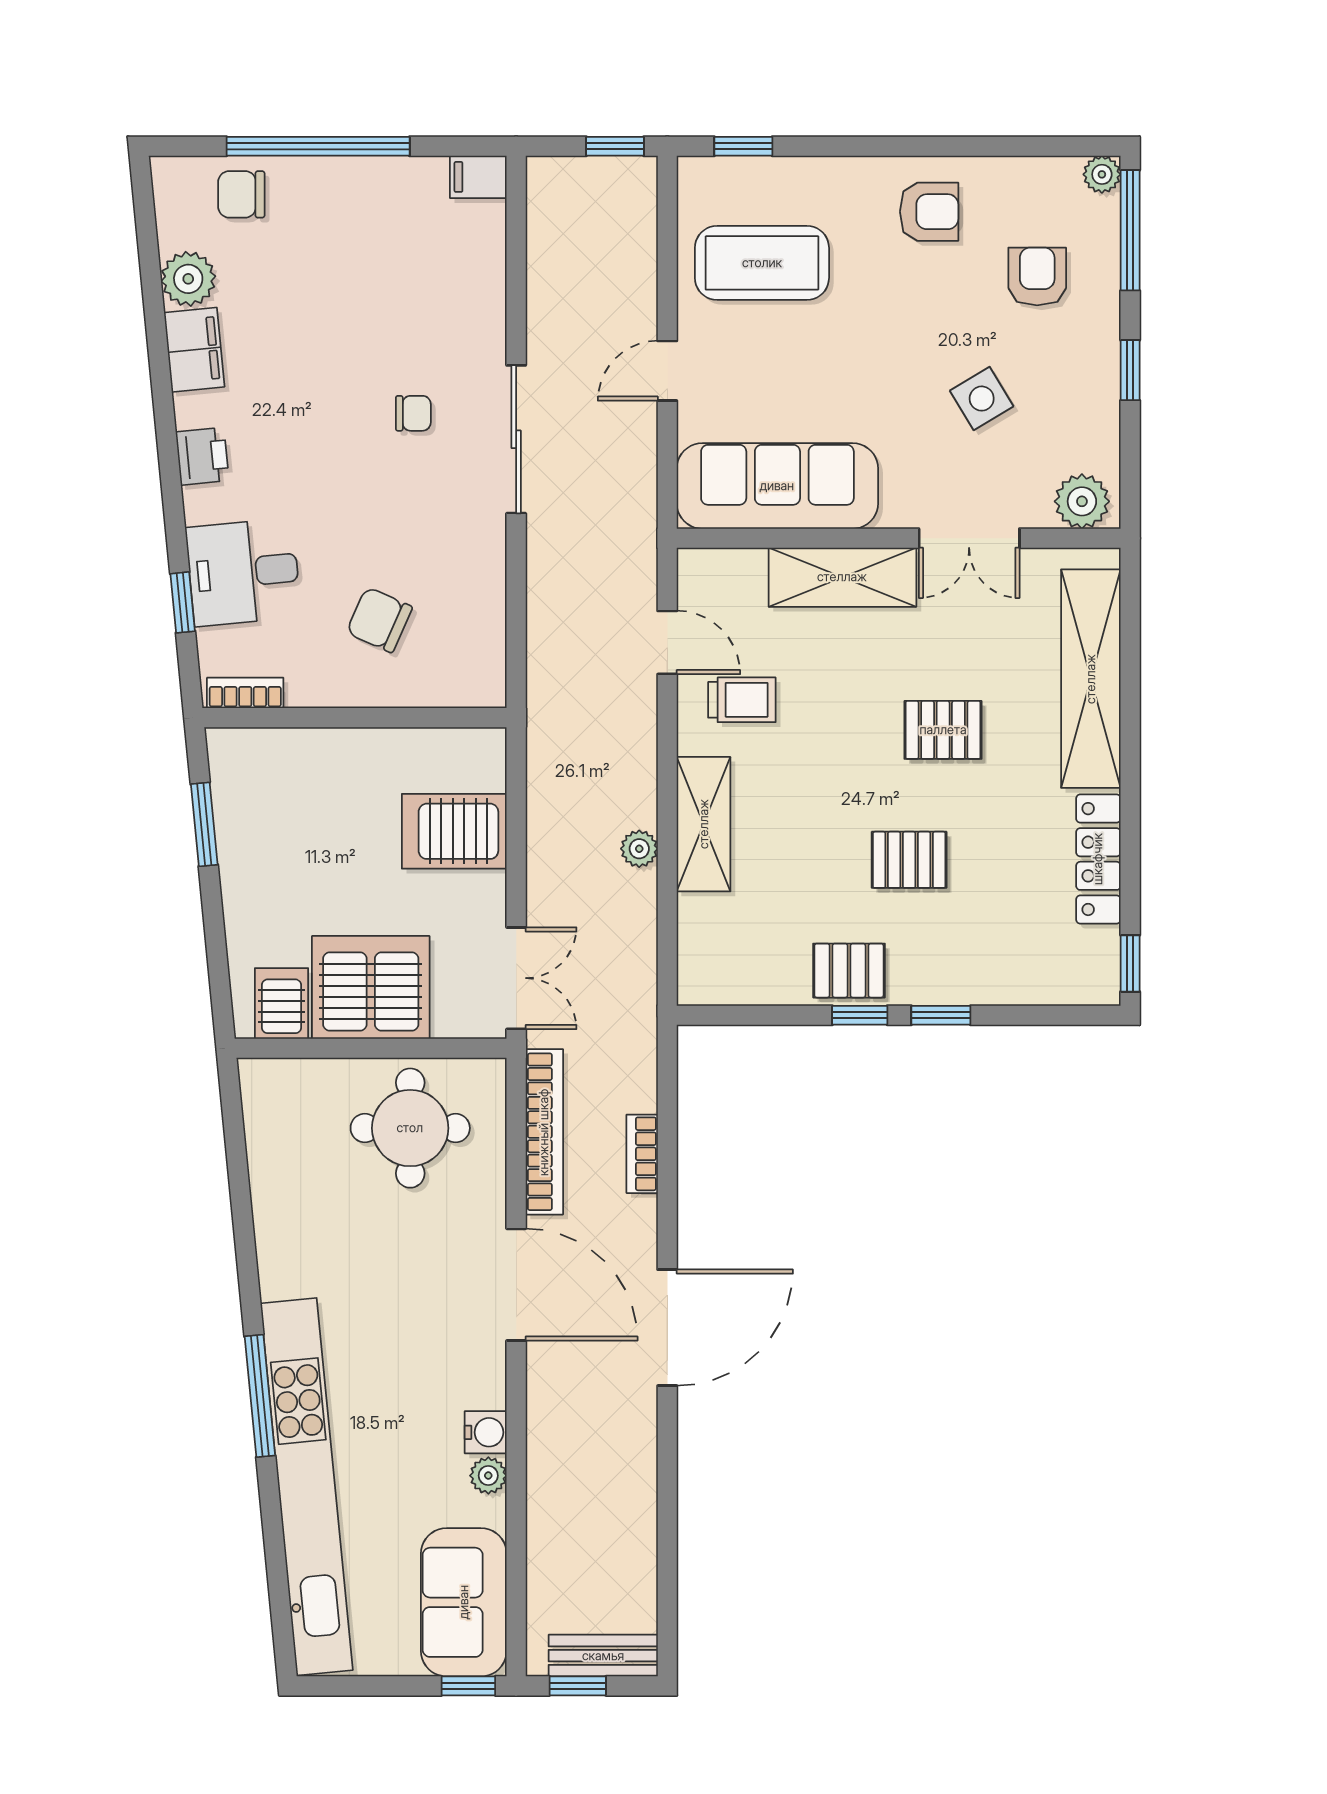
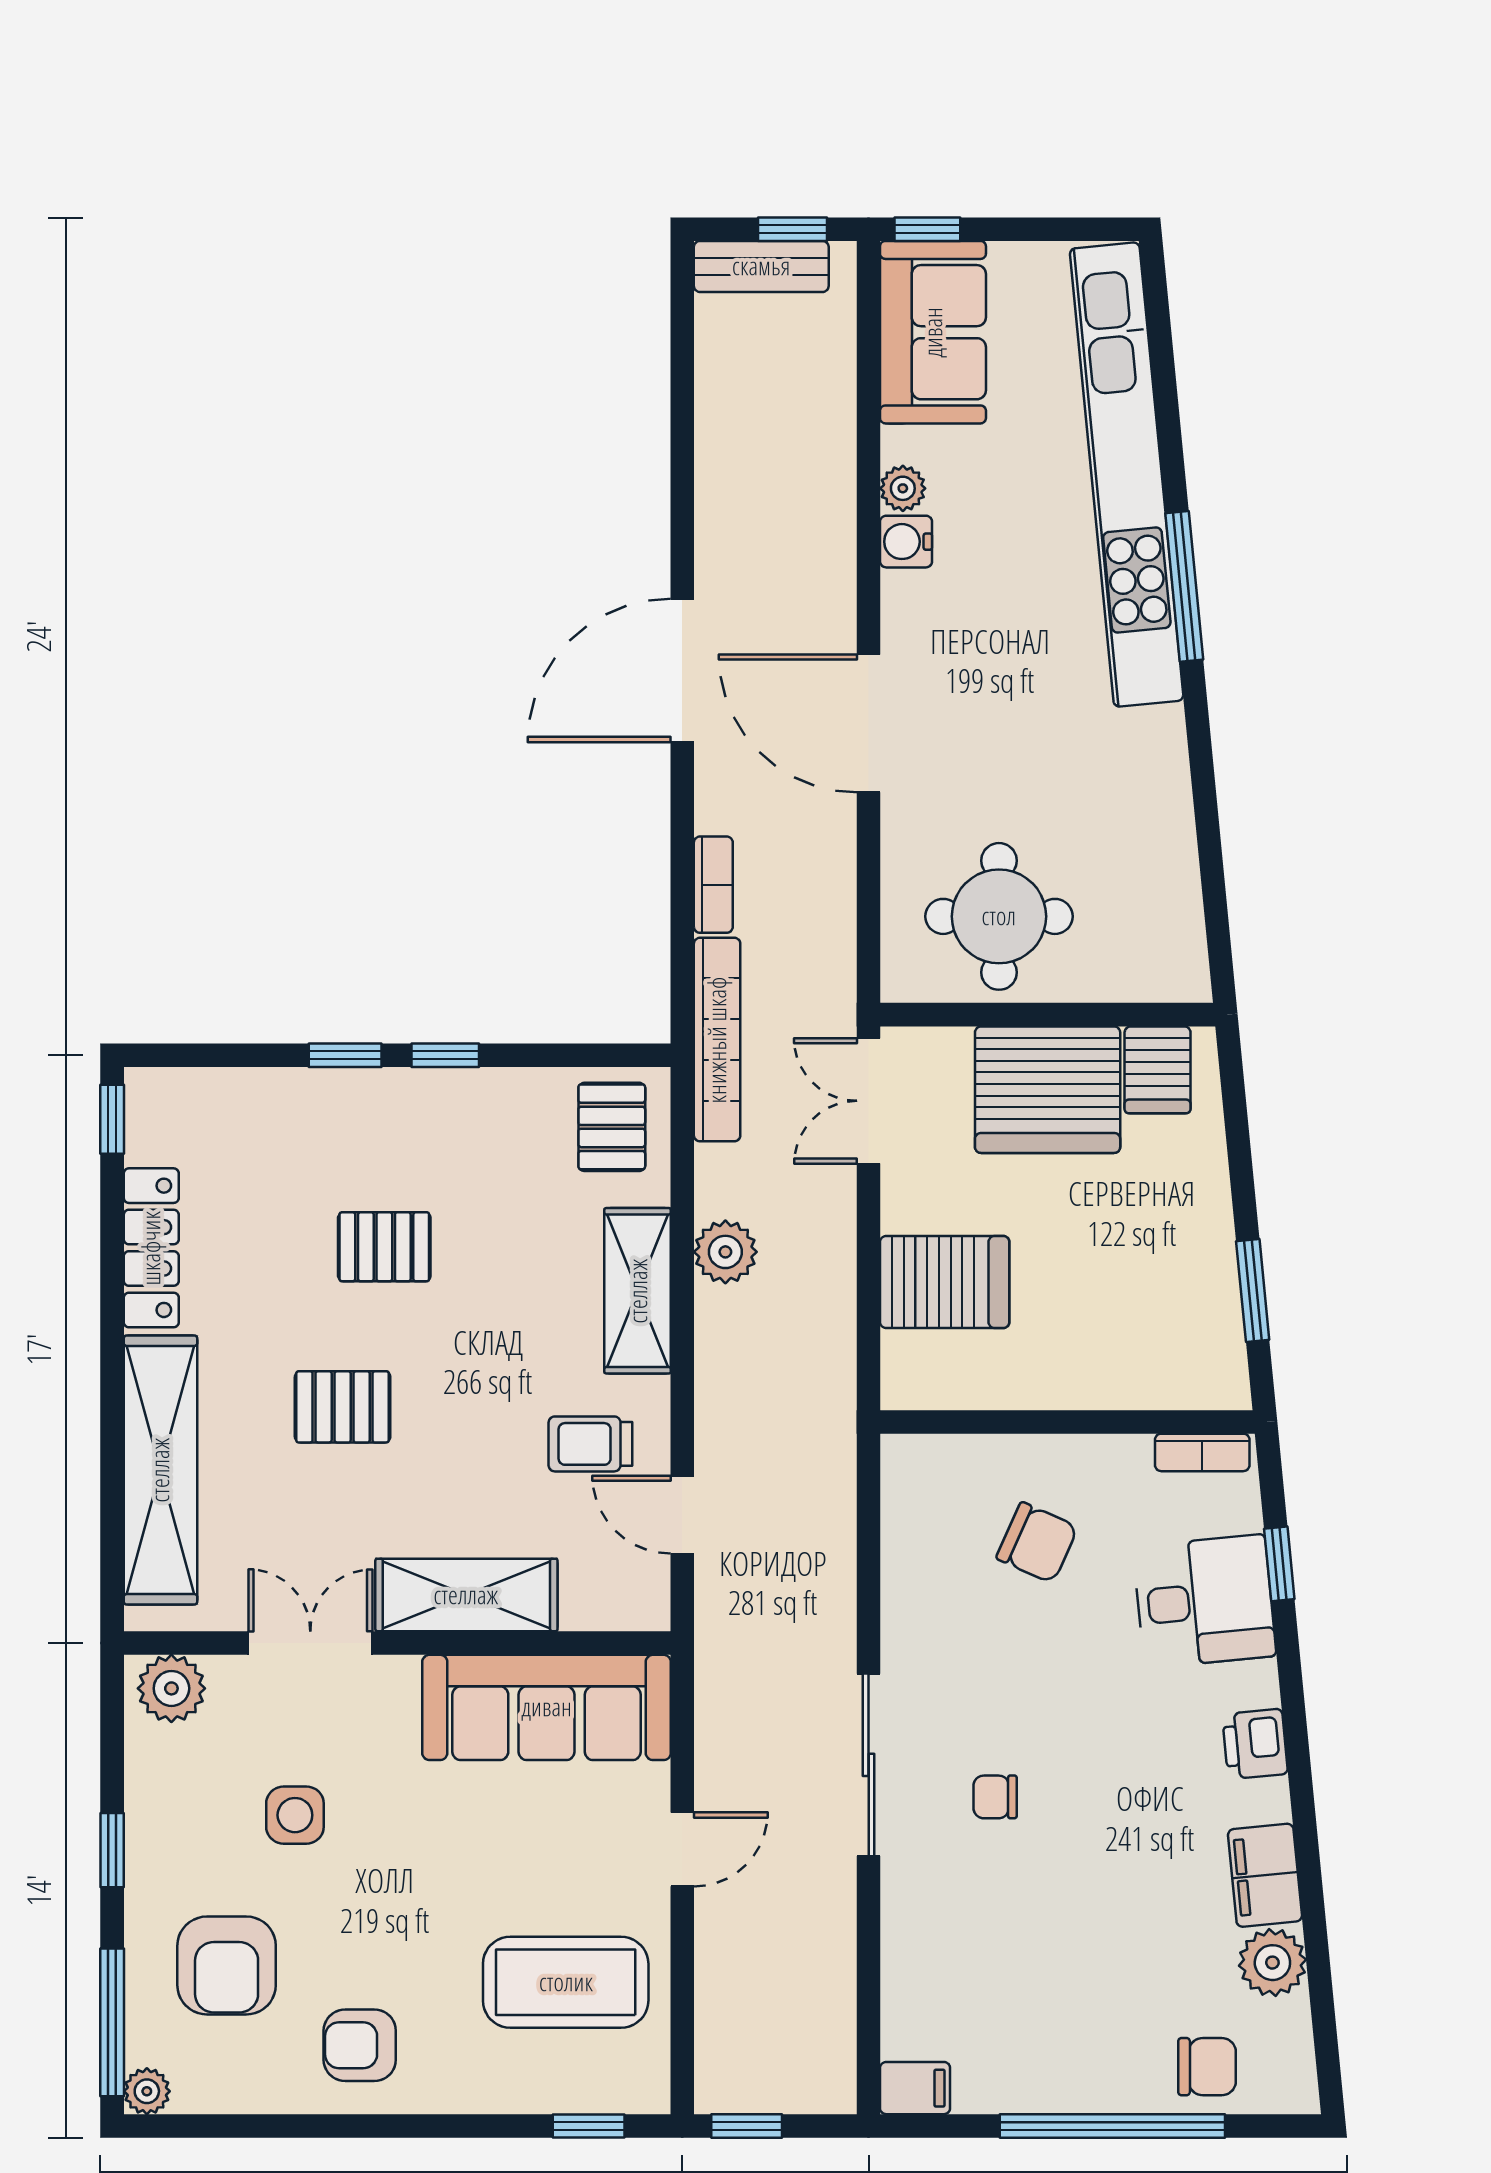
armchair: (1037, 276) -> (227, 1965), width x1.38, depth x1.38
side table: (982, 399) -> (295, 1815), turned 31
plant: (639, 849) -> (725, 1252), width x1.38, depth x1.38
pallet: (849, 971) -> (612, 1127), moved, turned 90
bookcase: (544, 1132) -> (717, 1040), moved, turned 180

